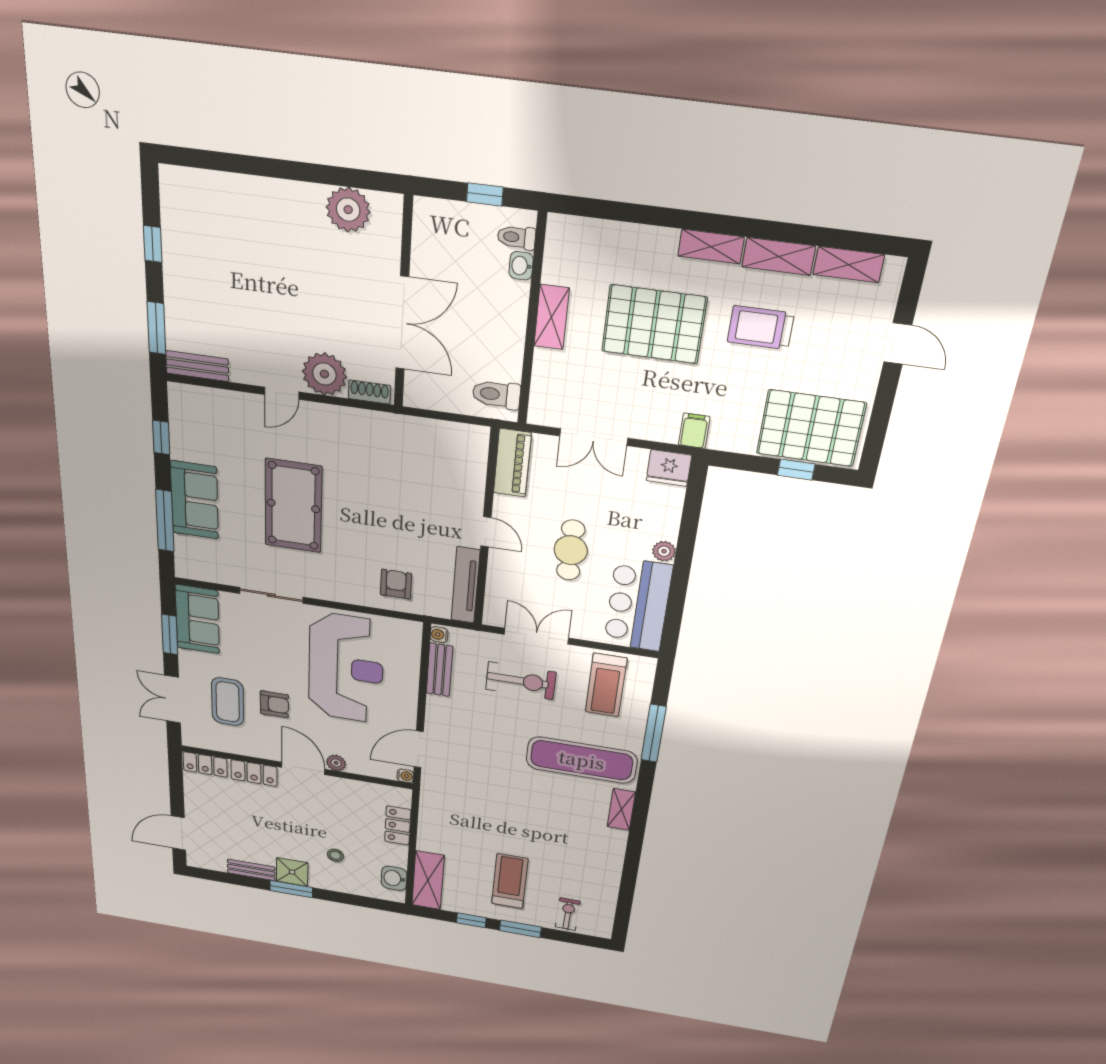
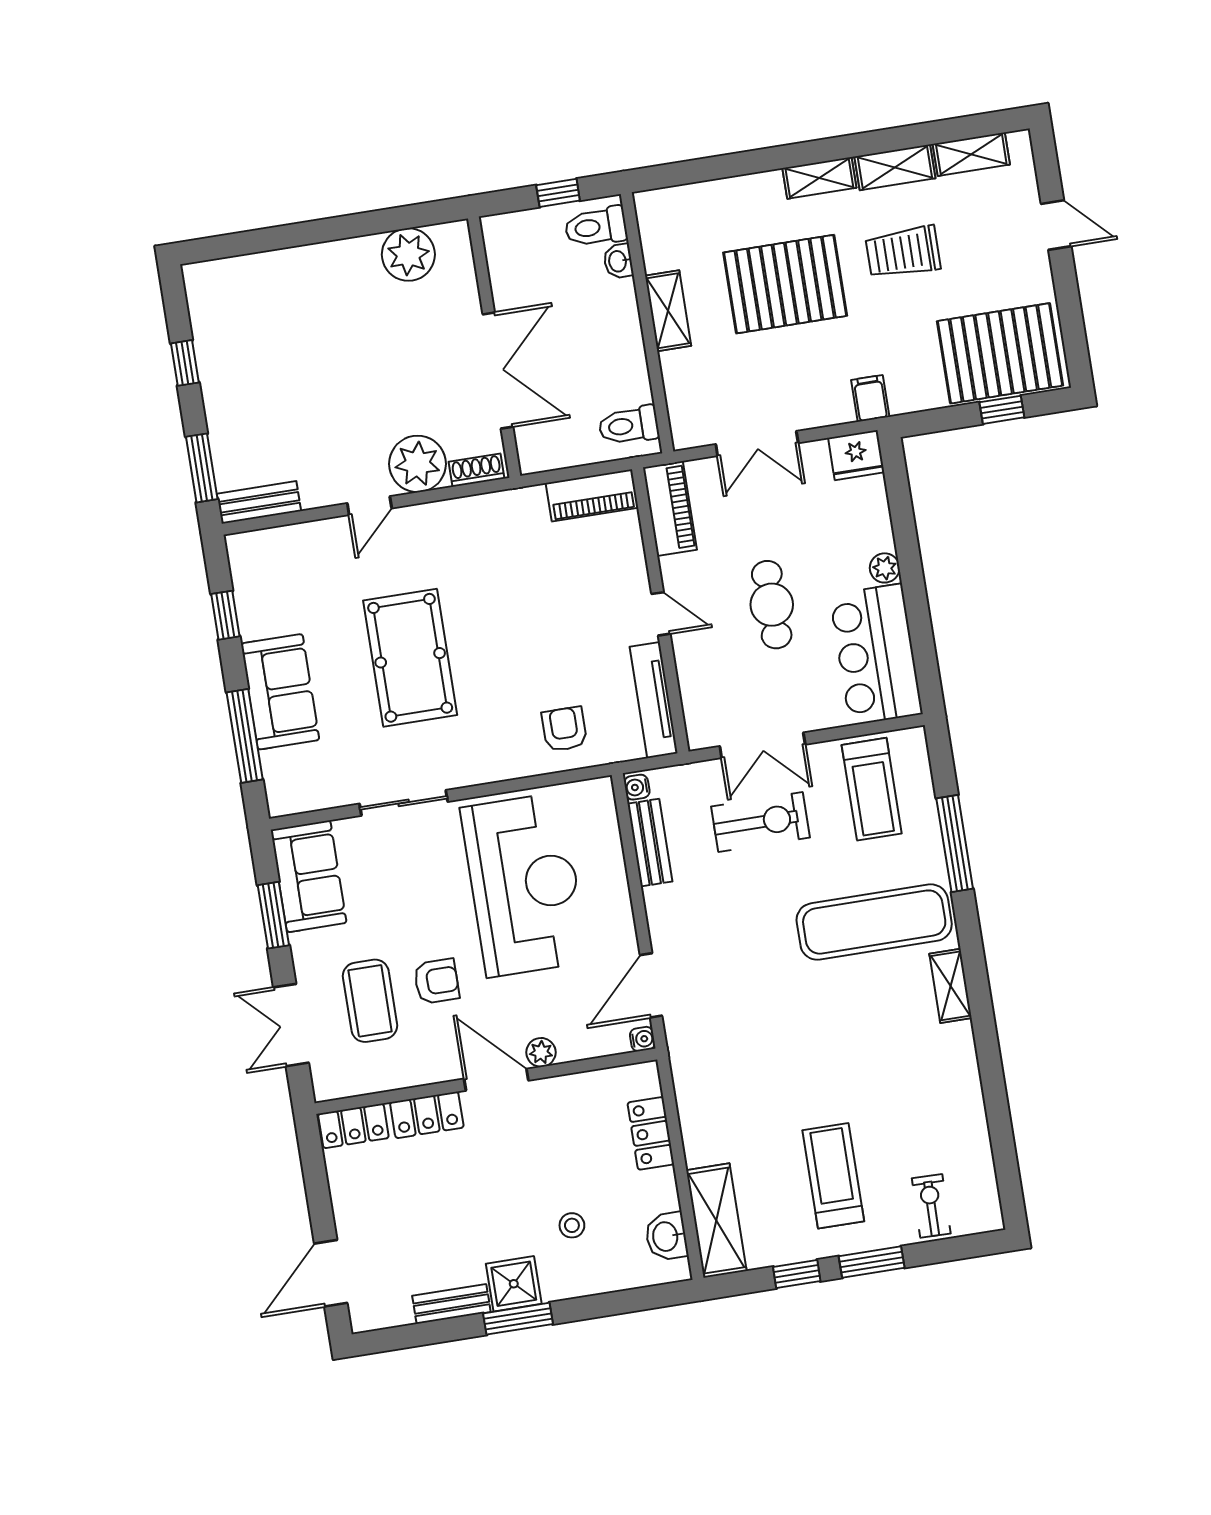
toilet: (516, 237) -> (596, 227), width x1.37, depth x1.39
piano: (455, 436) -> (592, 495), added
double door: (536, 636) -> (762, 745), swing flipped

